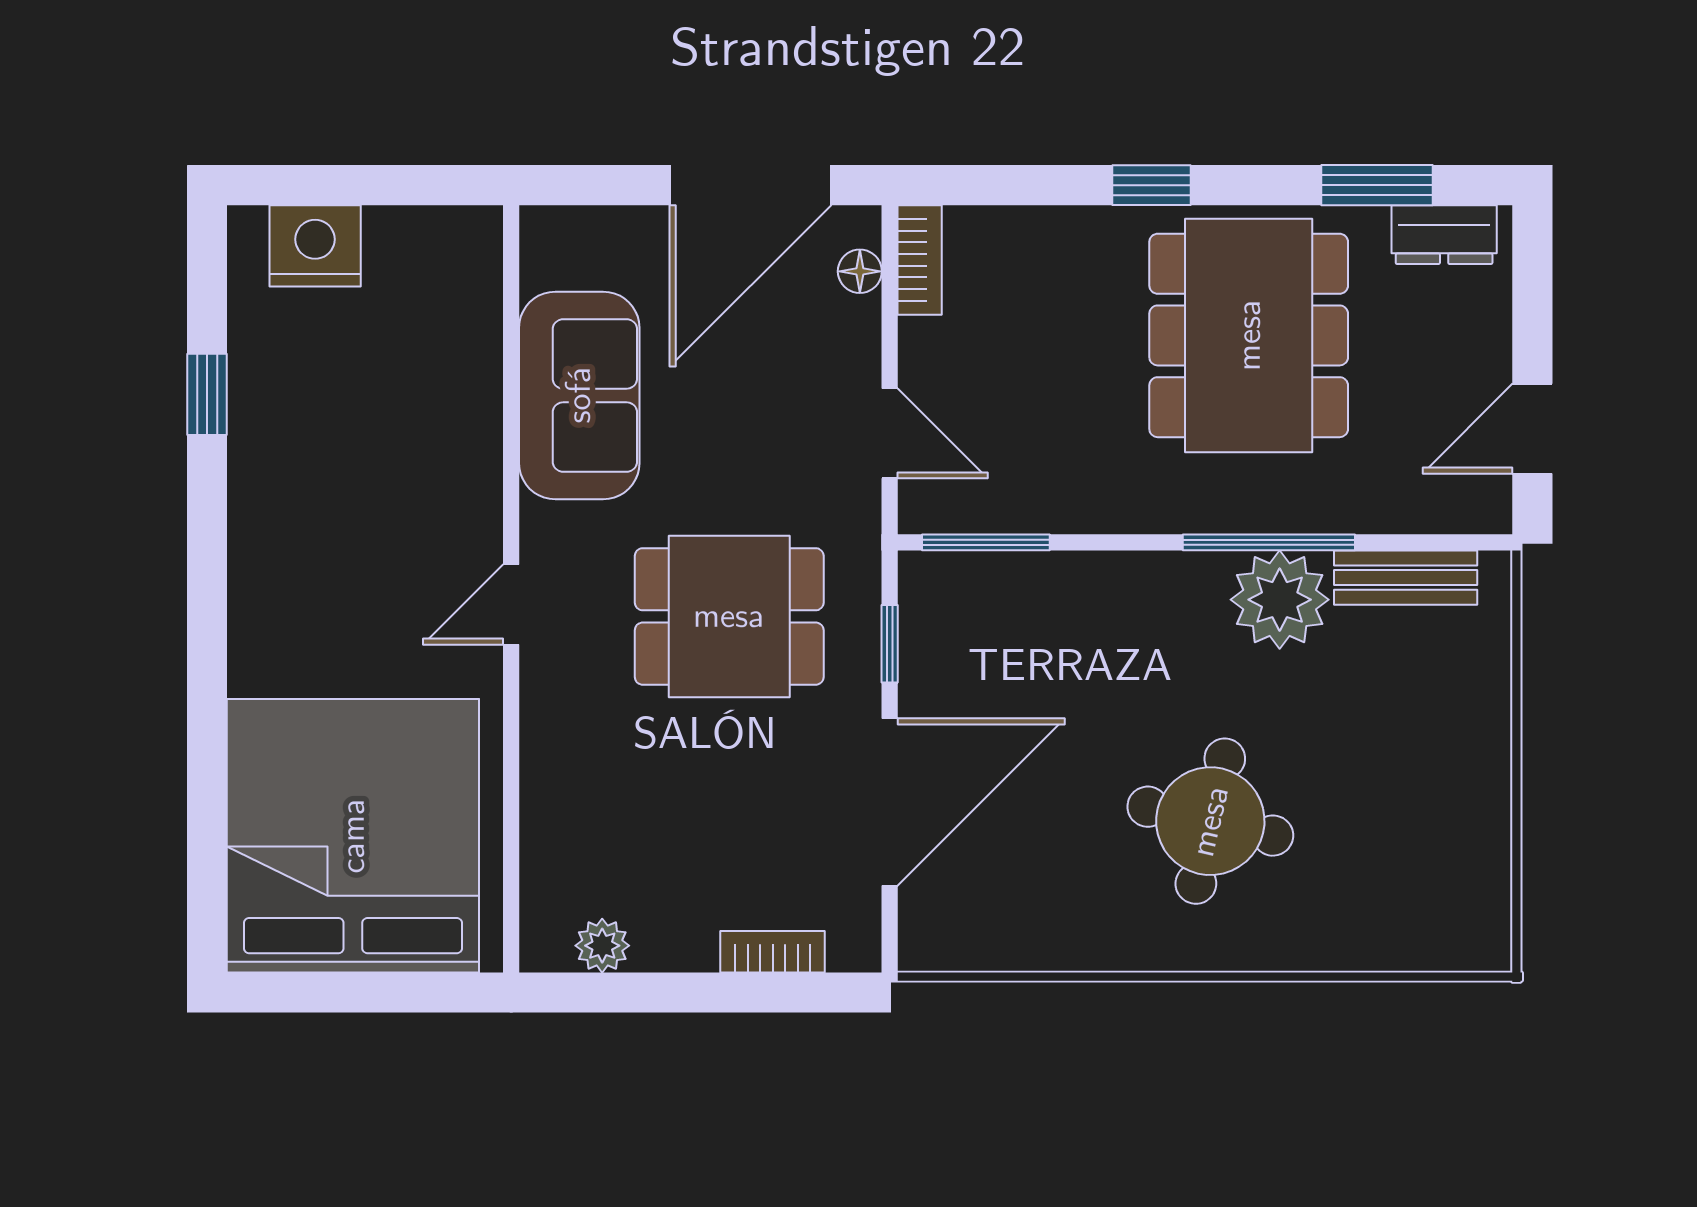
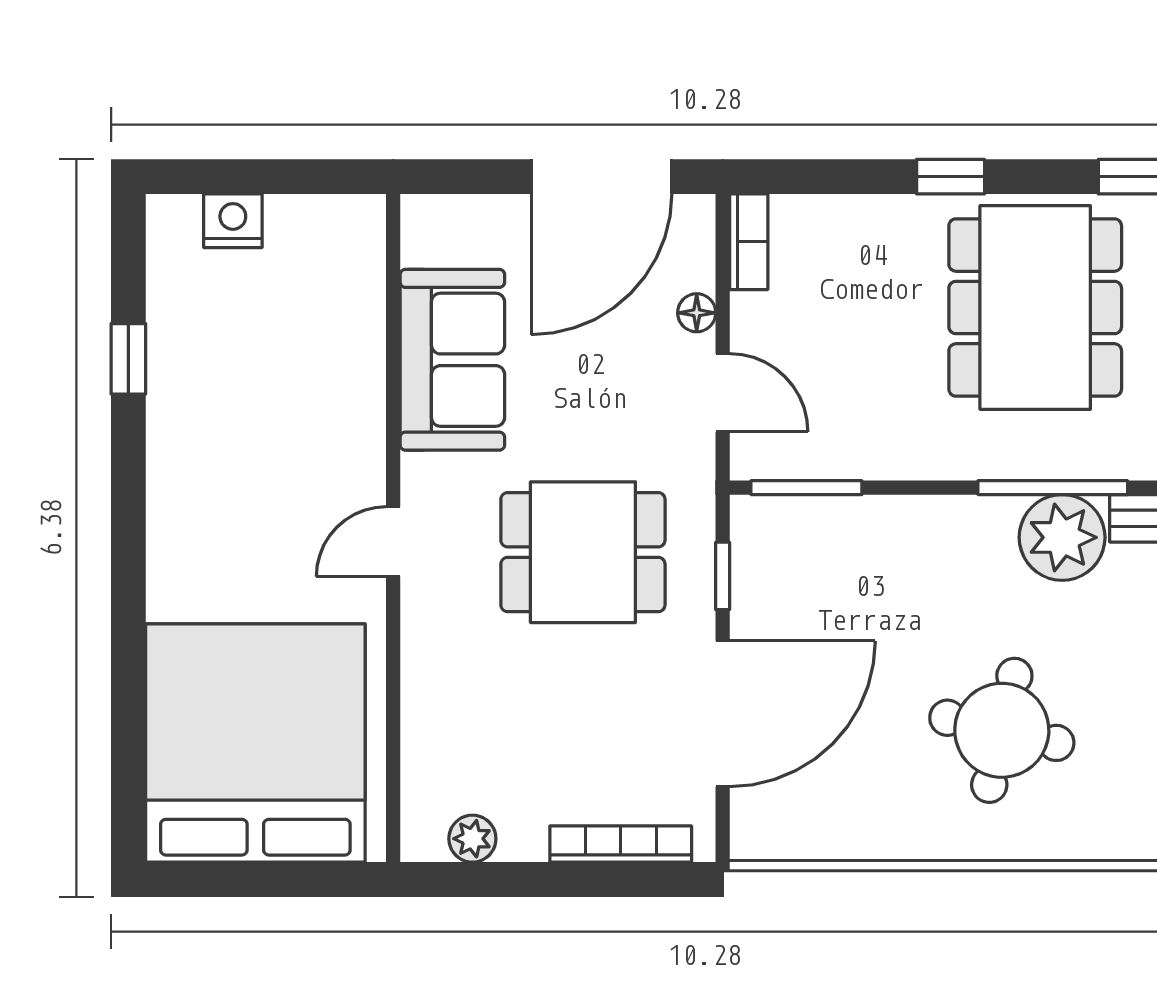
nightstand: (315, 246) -> (233, 221), width x0.74, depth x0.75
floor lamp: (860, 271) -> (697, 313), moved
bookcase: (773, 952) -> (621, 844), width x1.56

